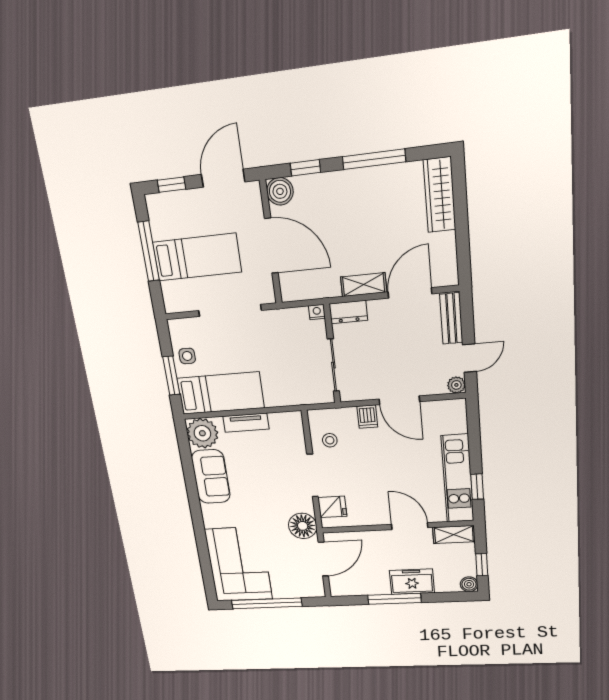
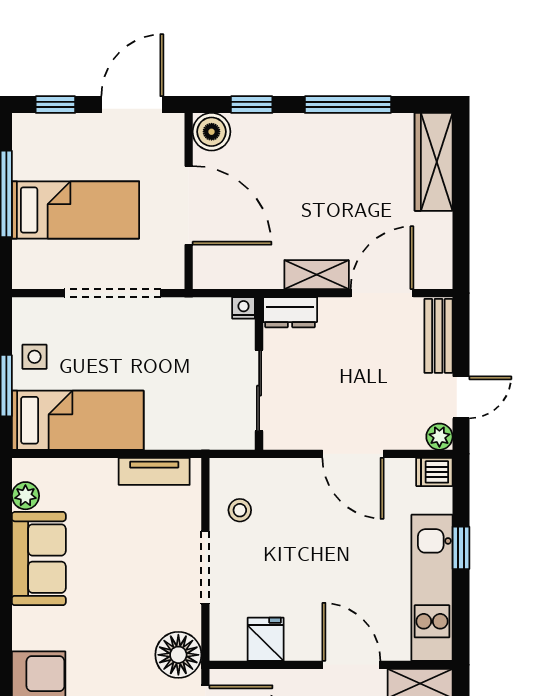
dishwasher: (367, 417) -> (434, 472), moved, turned 90
tv unit: (246, 423) -> (154, 471), moved
plant: (202, 433) -> (25, 496), width x0.53, depth x0.53
window: (477, 487) -> (461, 548), moved
fridge: (332, 507) -> (266, 639), moved, turned -90

